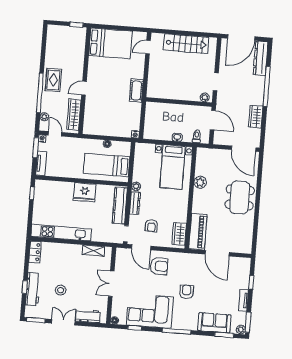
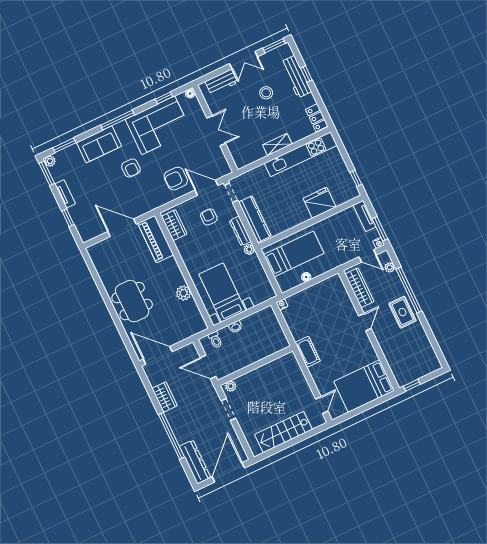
fridge: (85, 192) -> (320, 203), moved
shelving: (93, 251) -> (277, 144), moved
sofa: (214, 323) -> (99, 144), moved

